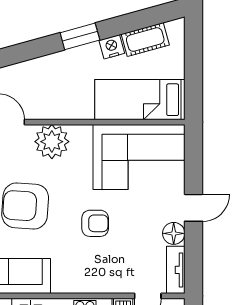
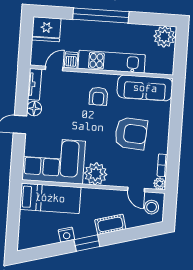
cot: (145, 40) -> (110, 224), moved
plant: (52, 142) -> (96, 174), moved
armchair: (95, 223) -> (98, 96), moved, turned -90

